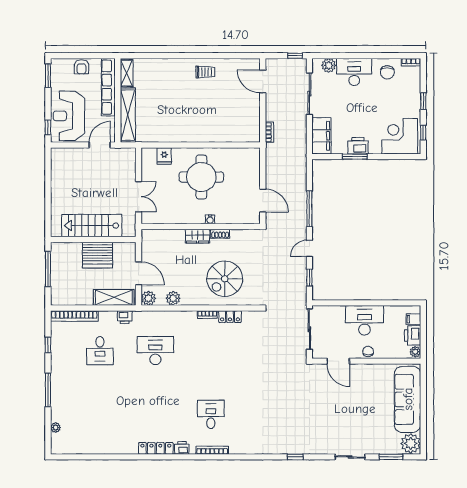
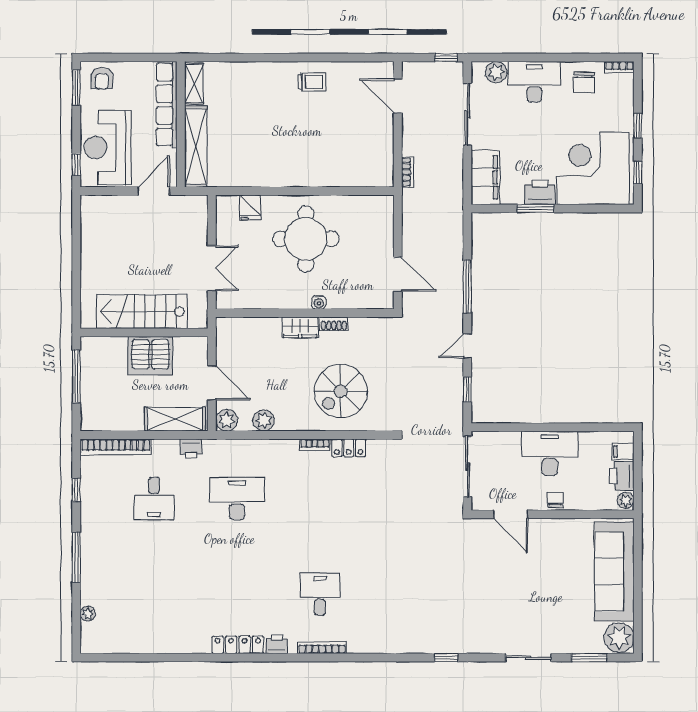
armchair: (81, 67) -> (102, 78), moved
corner desk: (400, 136) -> (593, 168), width x1.36, depth x1.36

